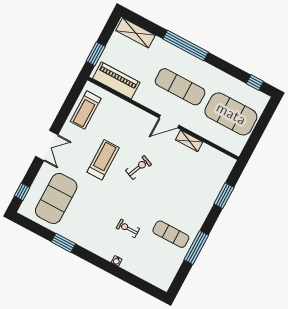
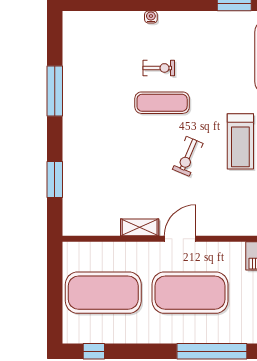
exercise mat: (180, 87) -> (190, 293), width x1.47
exercise mat: (171, 234) -> (162, 103), moved

